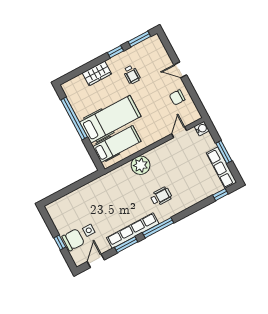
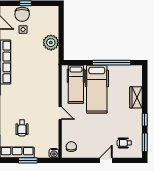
wheelchair: (132, 75) -> (124, 143), moved
chair: (177, 97) -> (71, 147), moved
door: (179, 132) -> (60, 113), moved
plant: (141, 165) -> (51, 43), moved
wheelchair: (161, 196) -> (22, 128), moved

